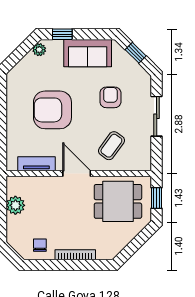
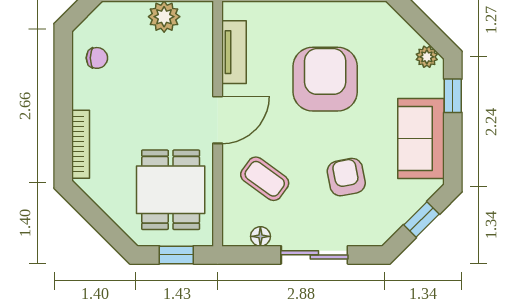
armchair: (110, 97) -> (346, 177), turned -101
floor lamp: (146, 148) -> (260, 236), added
bookcase: (75, 255) -> (81, 144), moved

